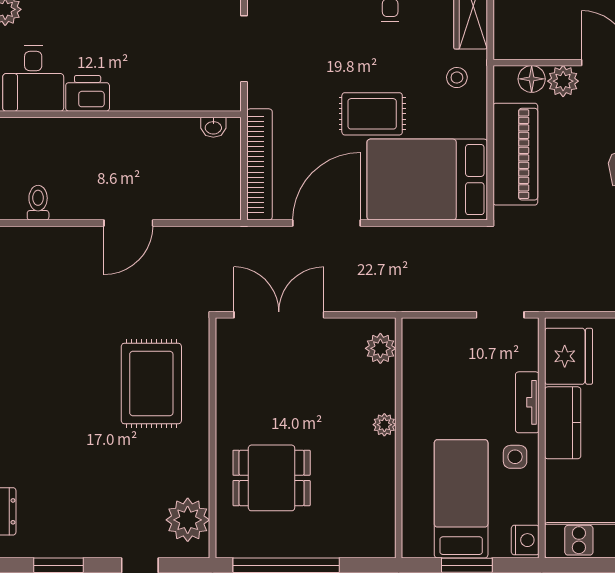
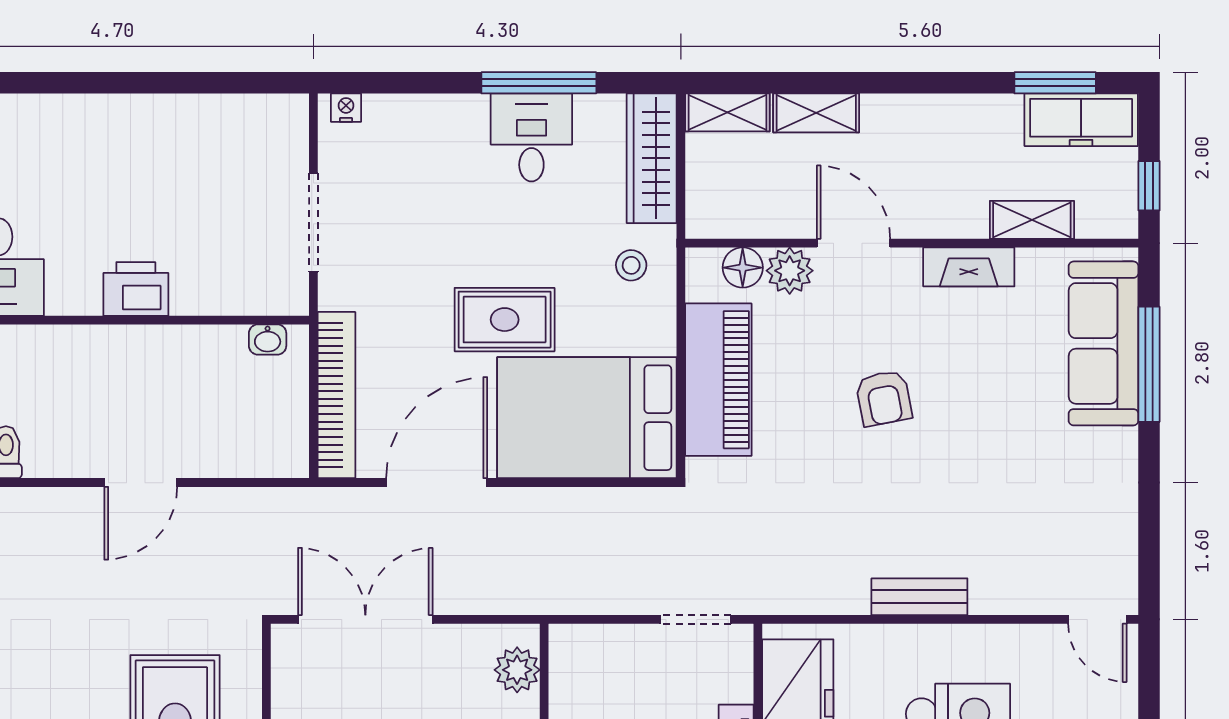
printer: (88, 93) -> (136, 289), moved

